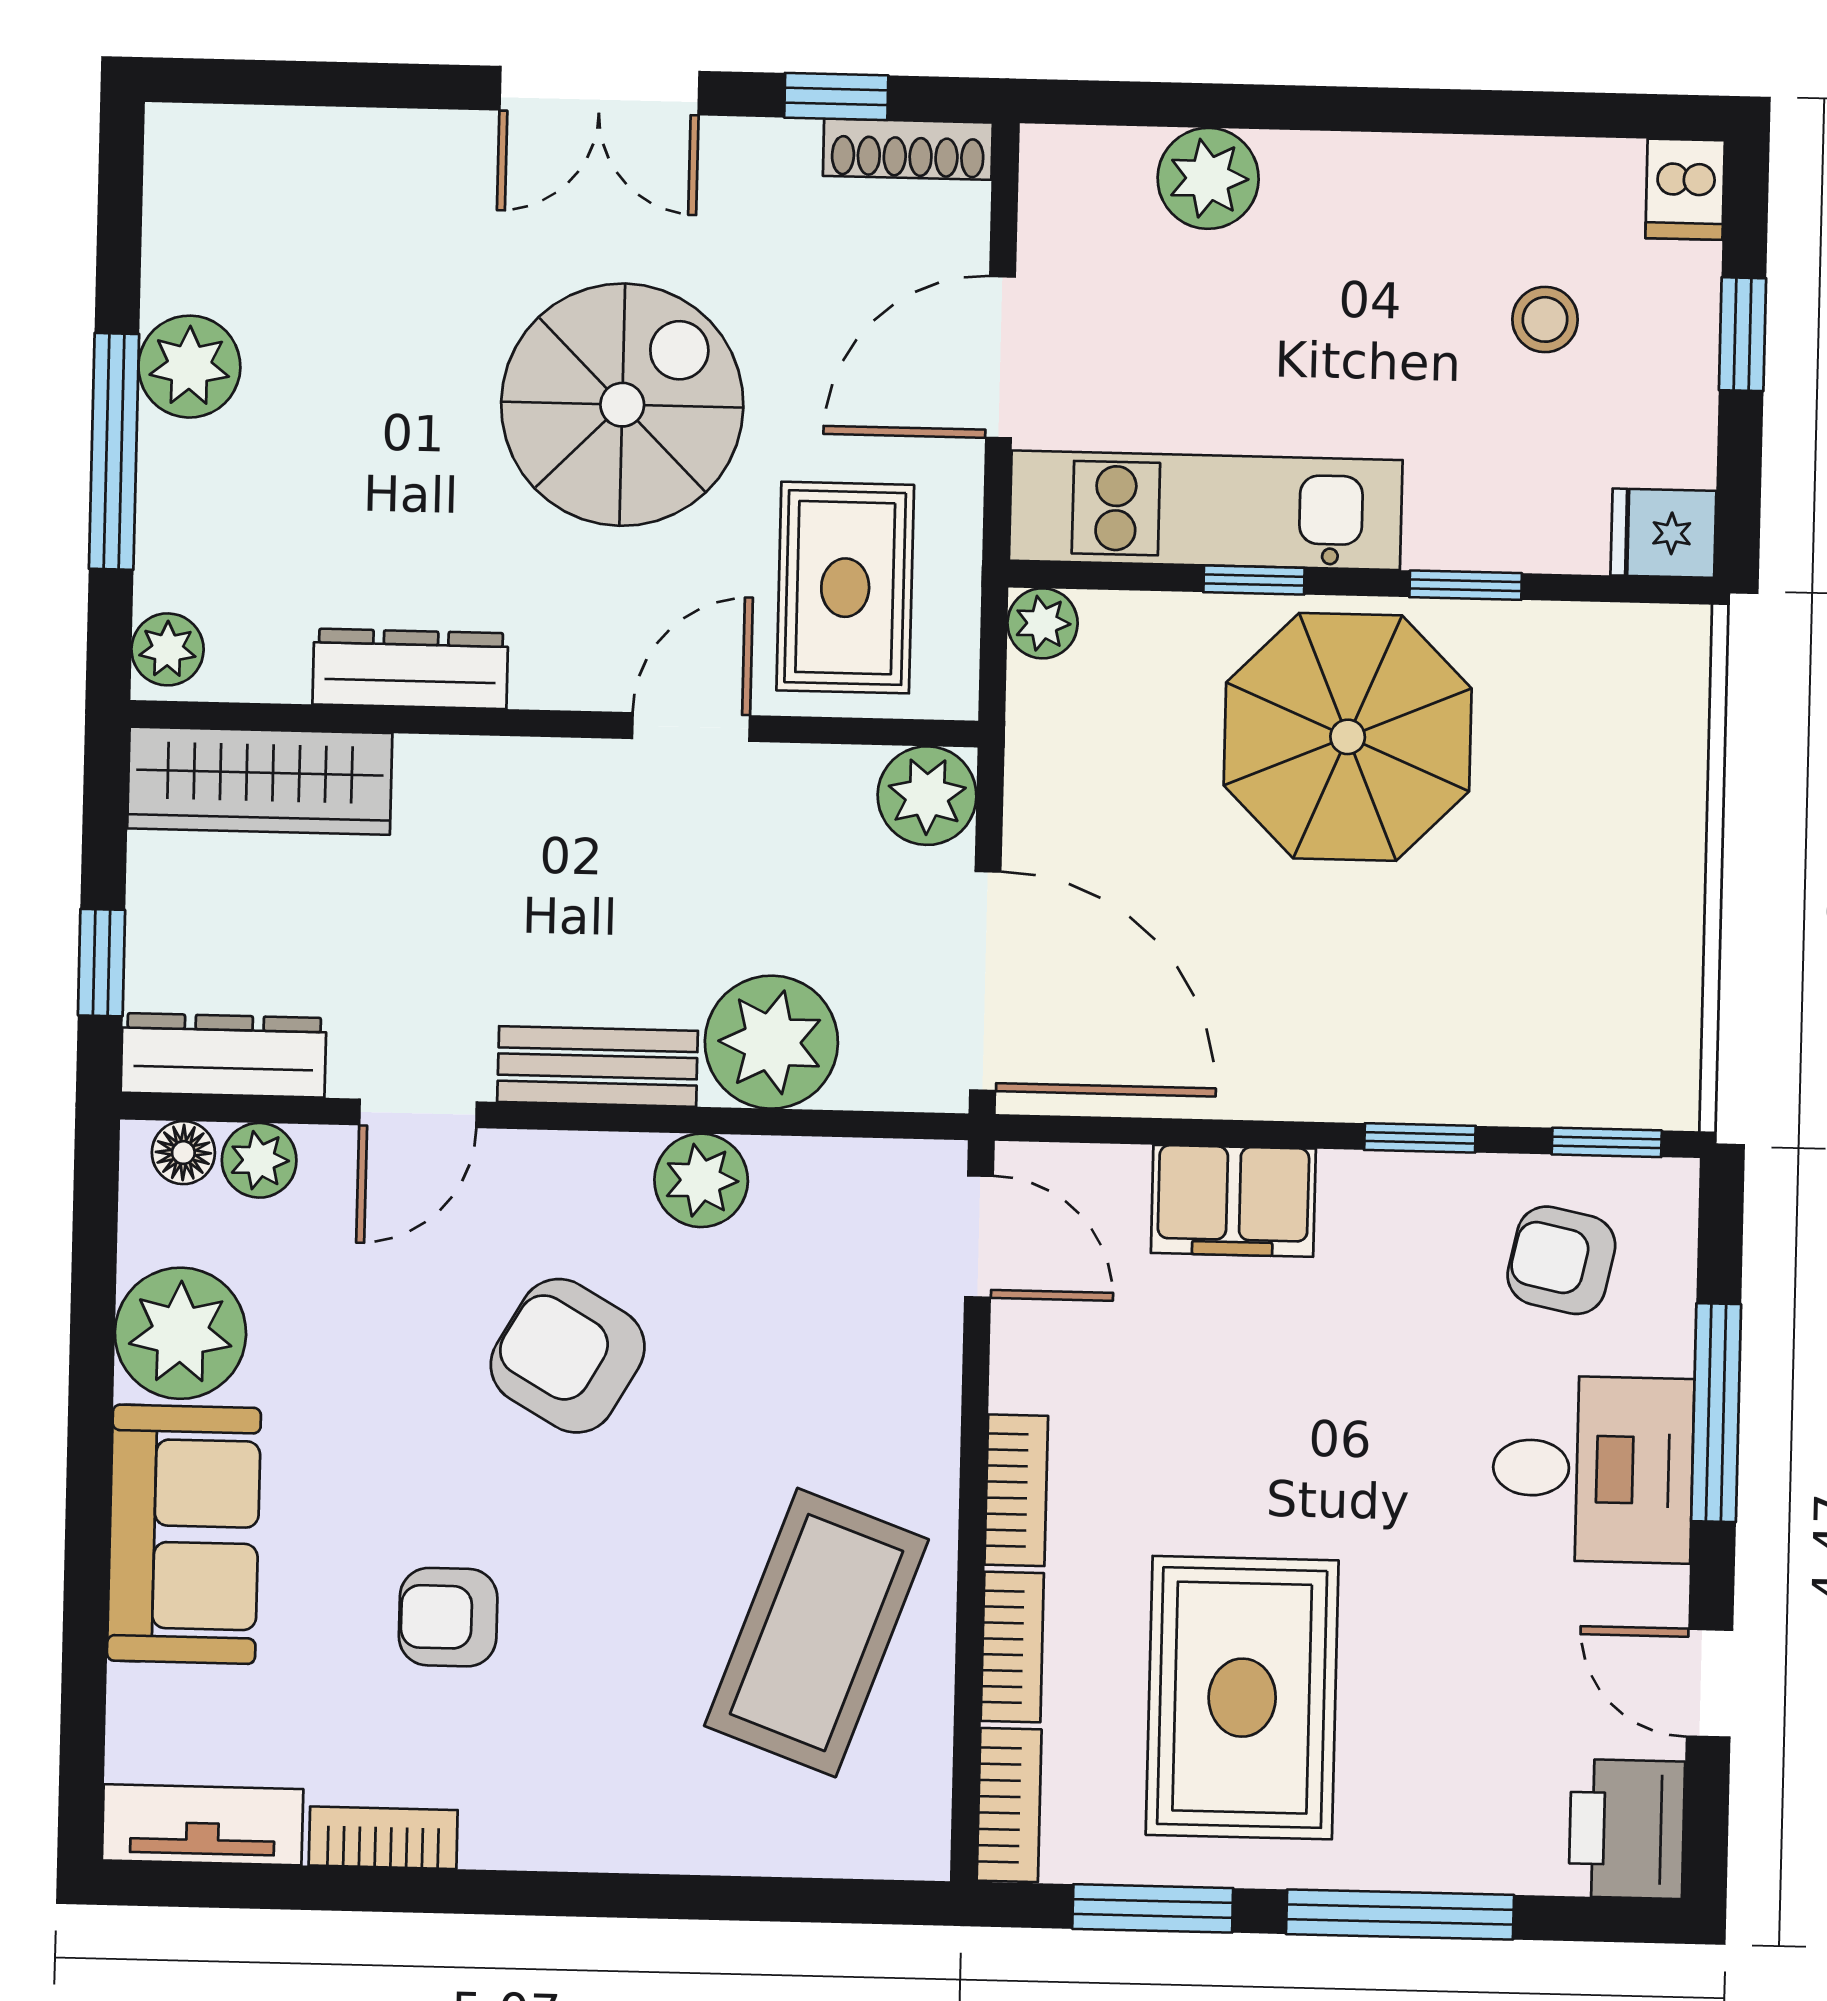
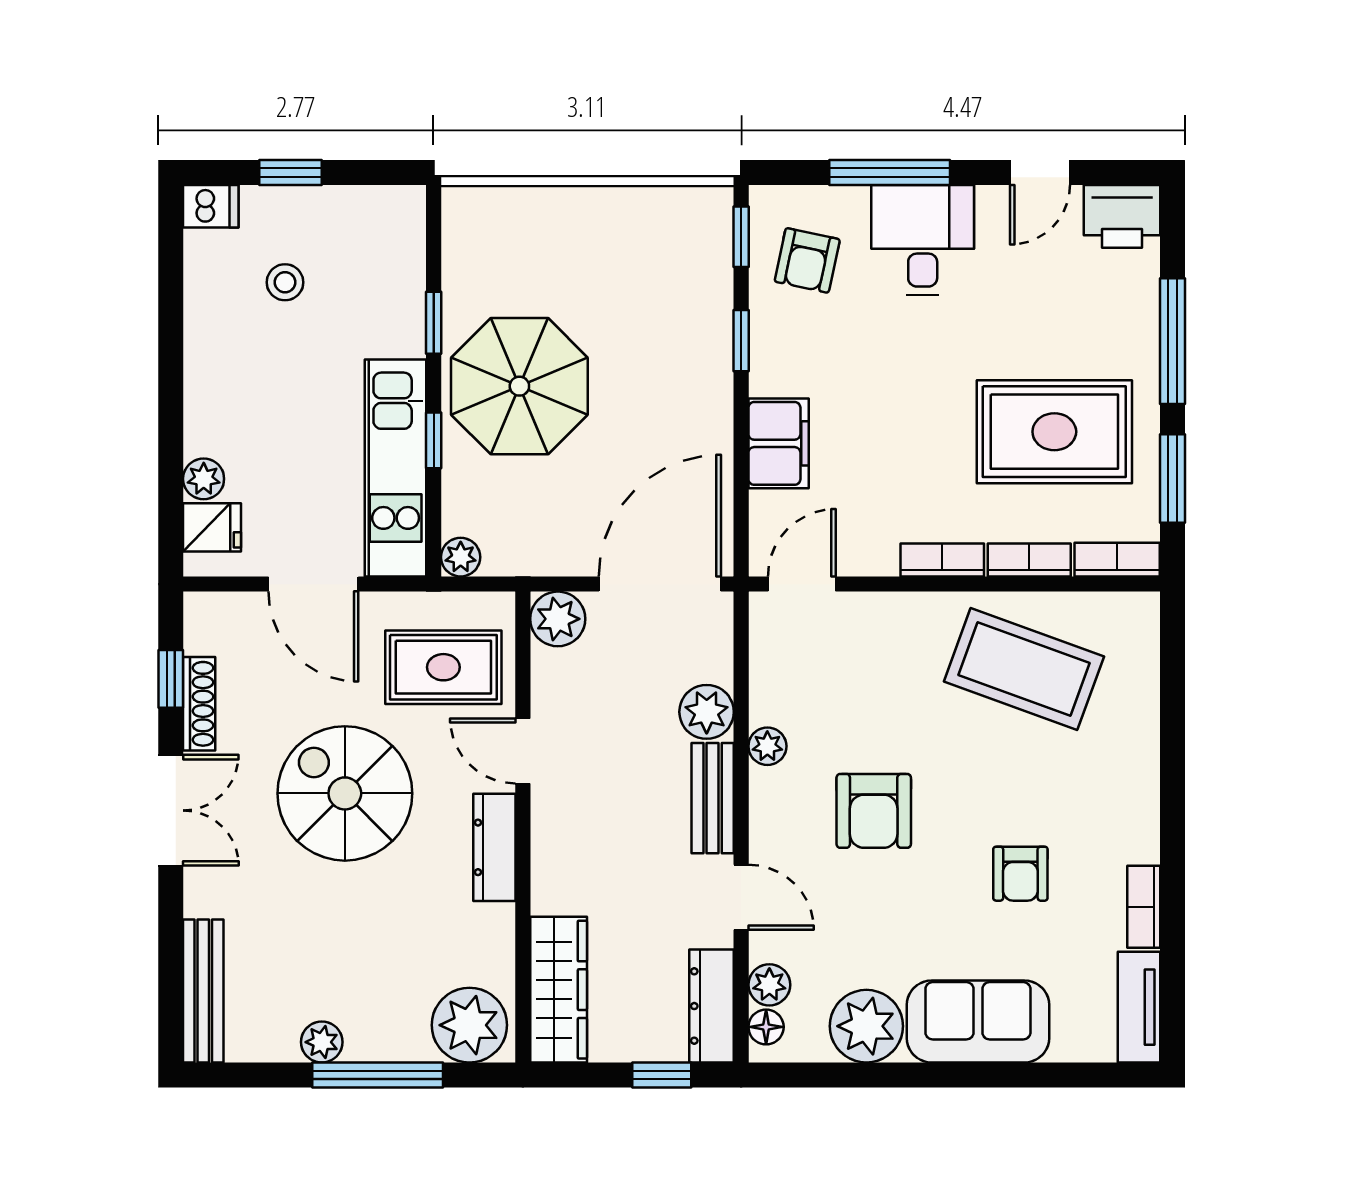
bench: (273, 141) -> (203, 991), added
shoe rack: (908, 149) -> (199, 704), moved
plant: (1208, 178) -> (204, 479), width x0.73, depth x0.73
plant: (189, 367) -> (322, 1042), width x0.73, depth x0.73
fridge: (1663, 533) -> (212, 527), moved, turned -90
plant: (168, 649) -> (469, 1025), width x1.88, depth x1.88
dresser: (410, 669) -> (494, 847), moved
plant: (771, 1042) -> (707, 712), width x0.73, depth x0.73
plant: (701, 1180) -> (767, 746), width x0.73, depth x0.73
armchair: (568, 1356) -> (874, 811), turned -30

